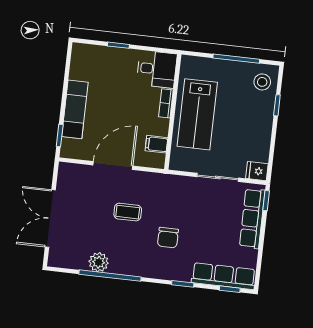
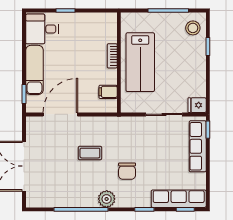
desk: (157, 69) -> (42, 29), moved, turned 180
door: (113, 165) -> (60, 114), moved
plant: (99, 262) -> (107, 199), moved

